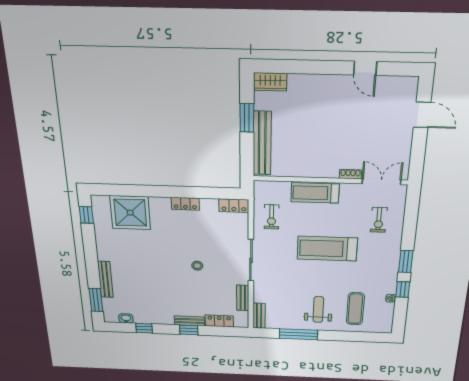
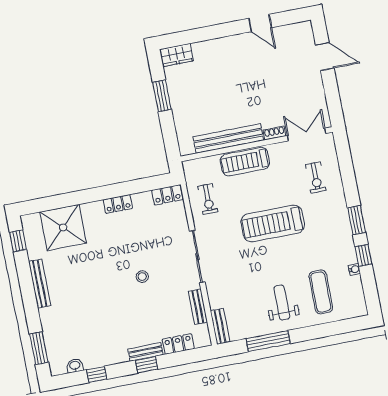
bench: (262, 143) -> (228, 139), moved, turned 90
bench: (105, 279) -> (40, 283), moved

